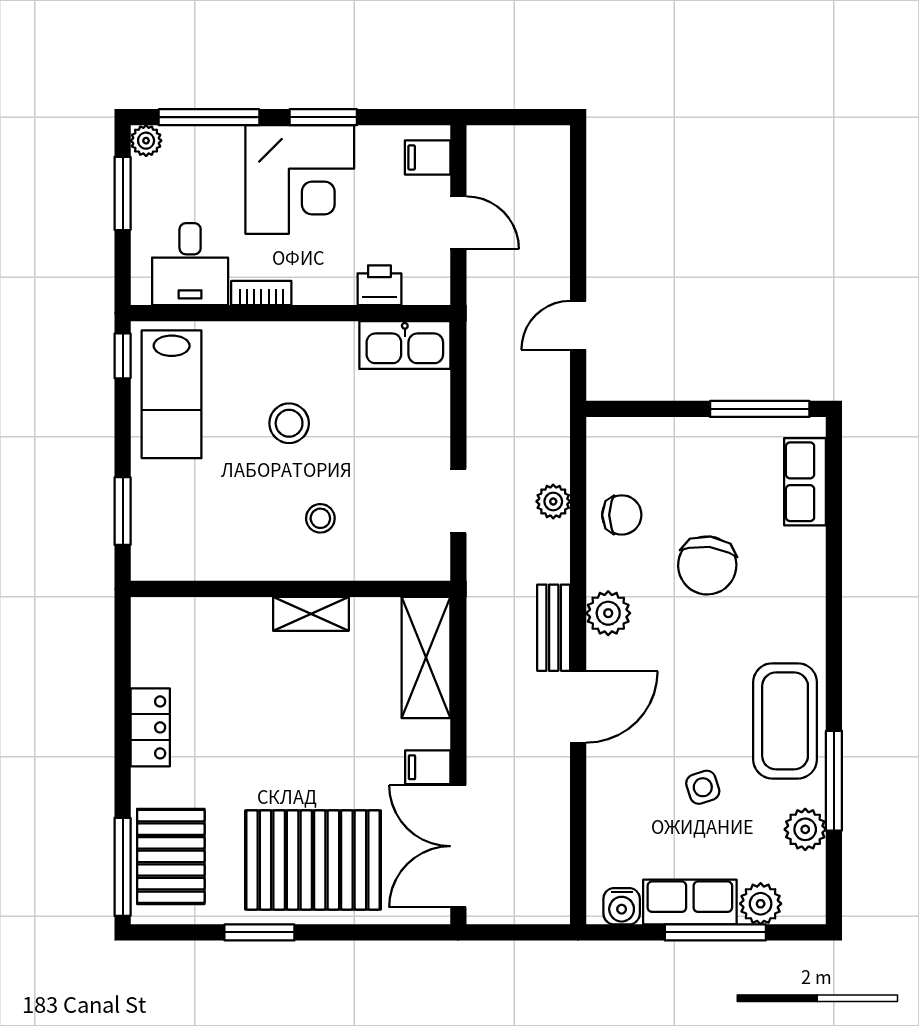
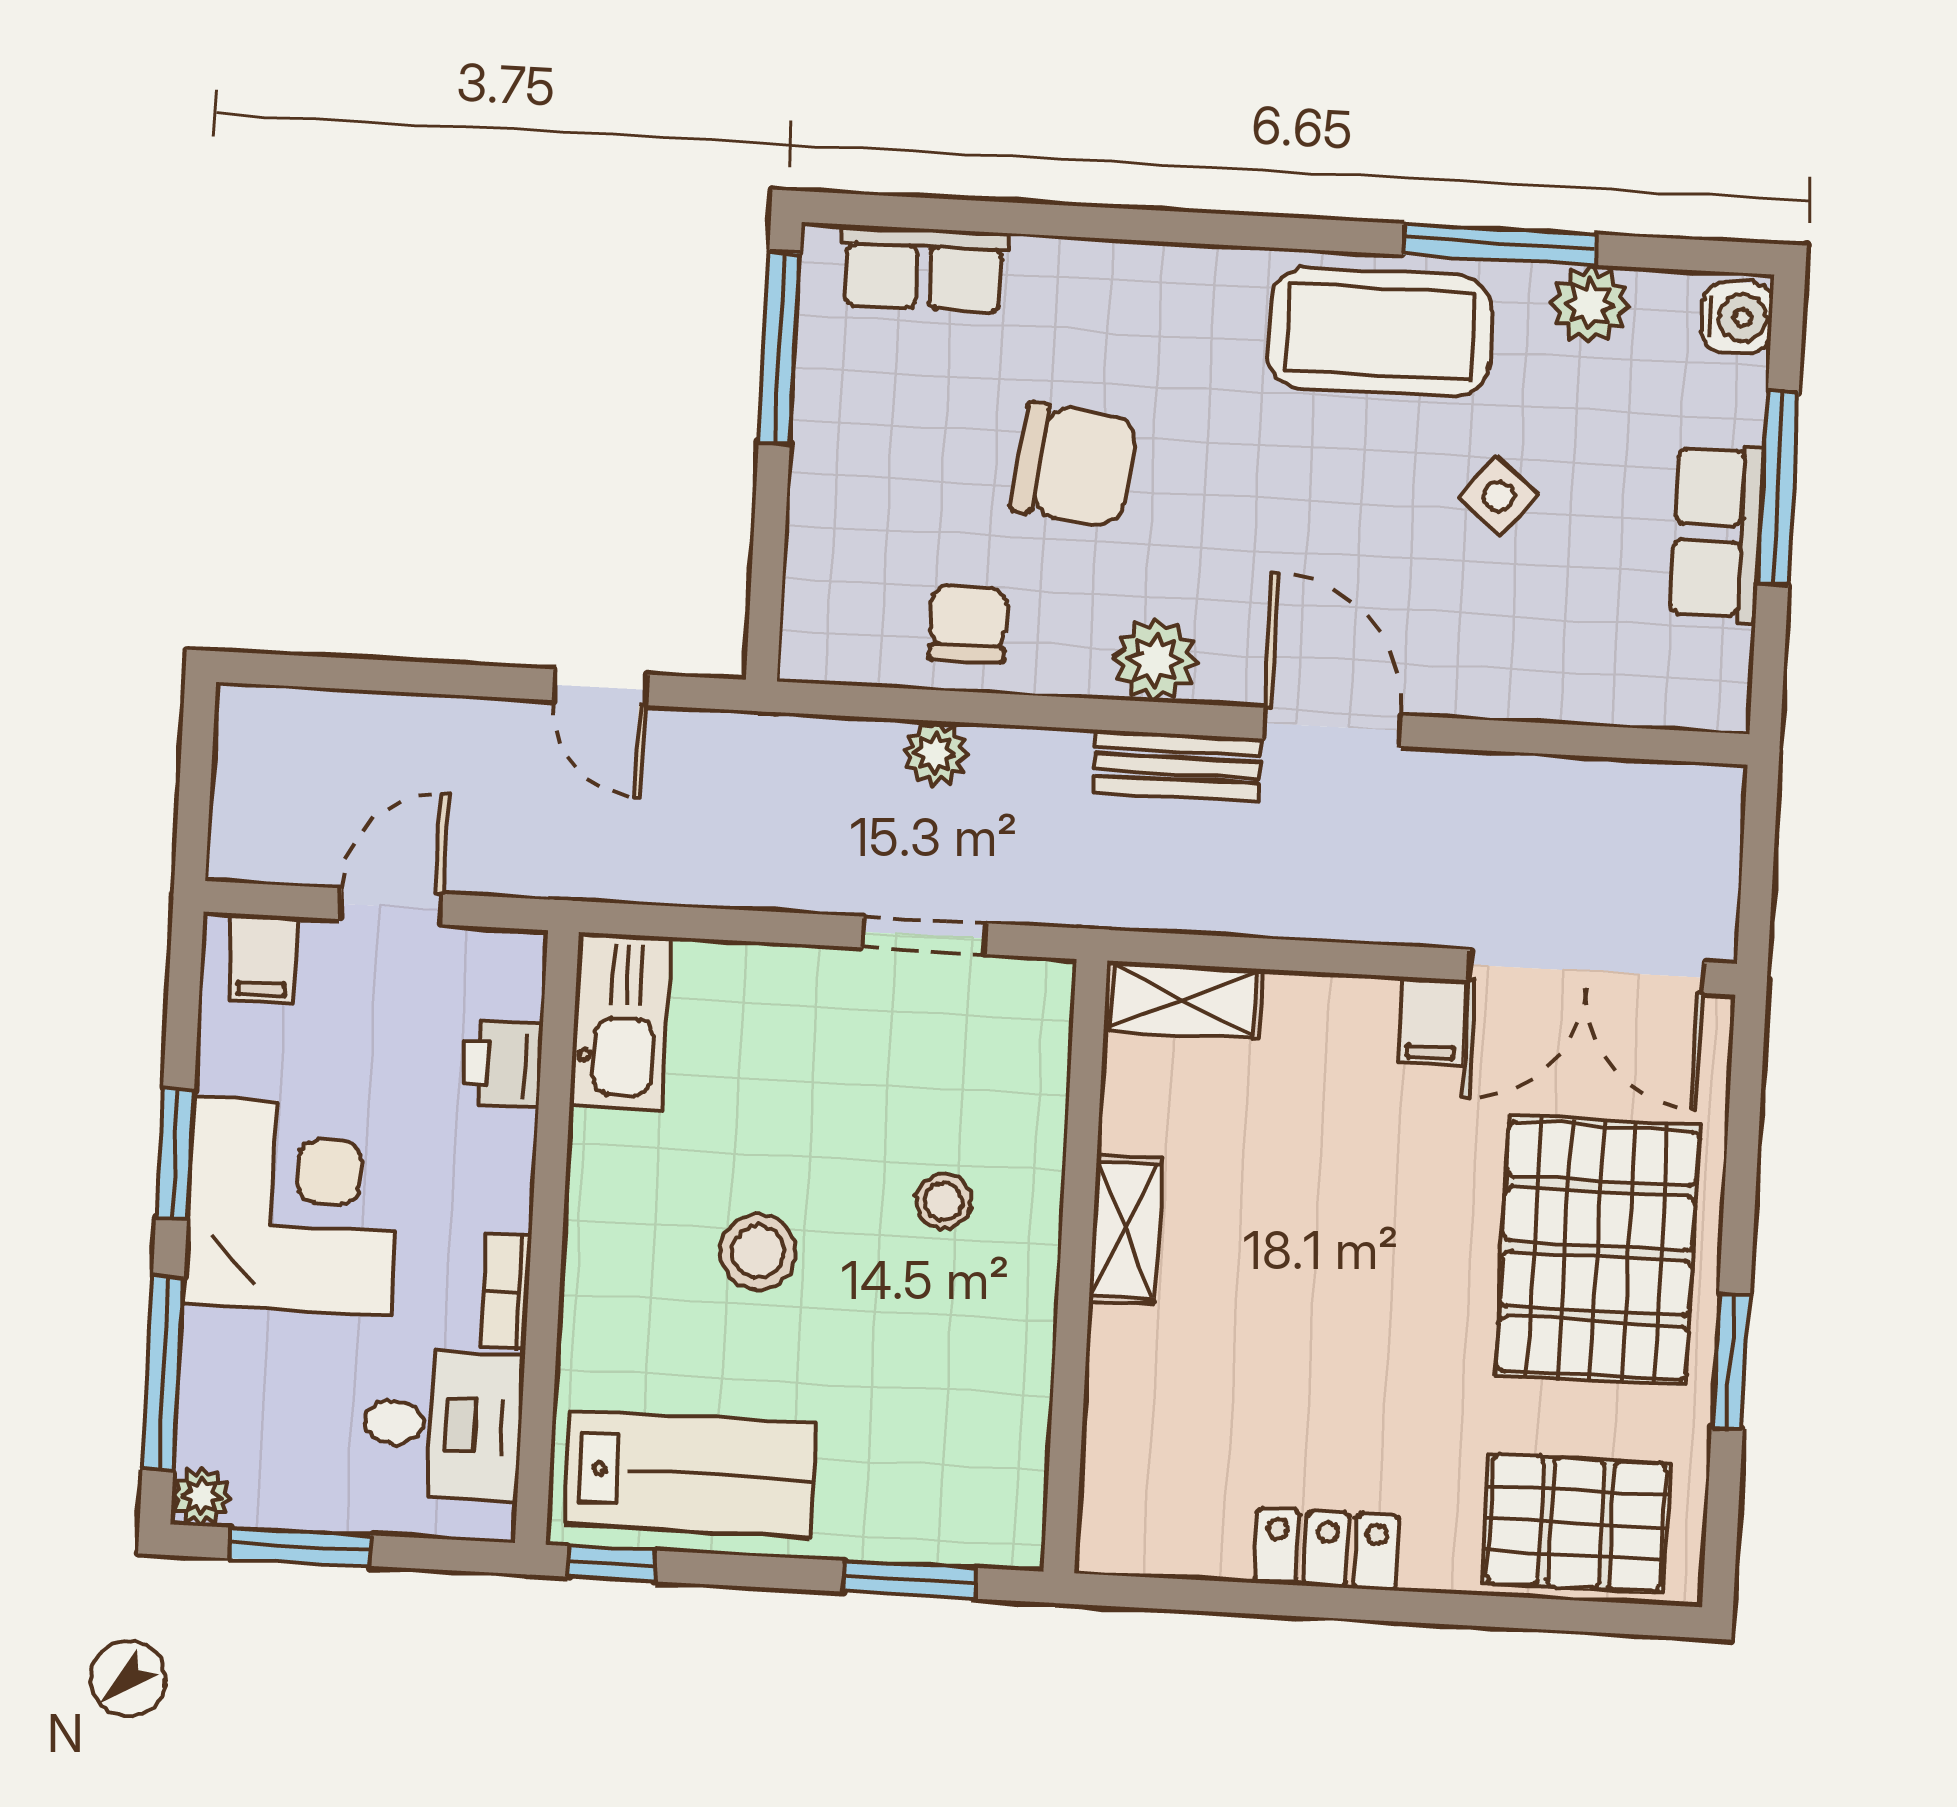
shelving: (426, 657) -> (1183, 1000), width x0.67, depth x0.75
side table: (703, 787) -> (1499, 496), turned -33
window: (123, 867) -> (1591, 1617), removed
plant: (761, 904) -> (1728, 398), removed
water cooler: (622, 906) -> (1737, 317), moved

